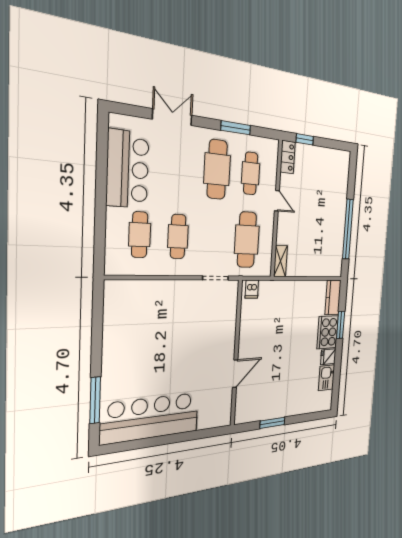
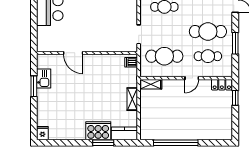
shelving: (296, 287) -> (132, 99), added
fridge: (328, 357) -> (42, 133), moved
kitchen sink: (327, 378) -> (44, 79), moved, turned 90

